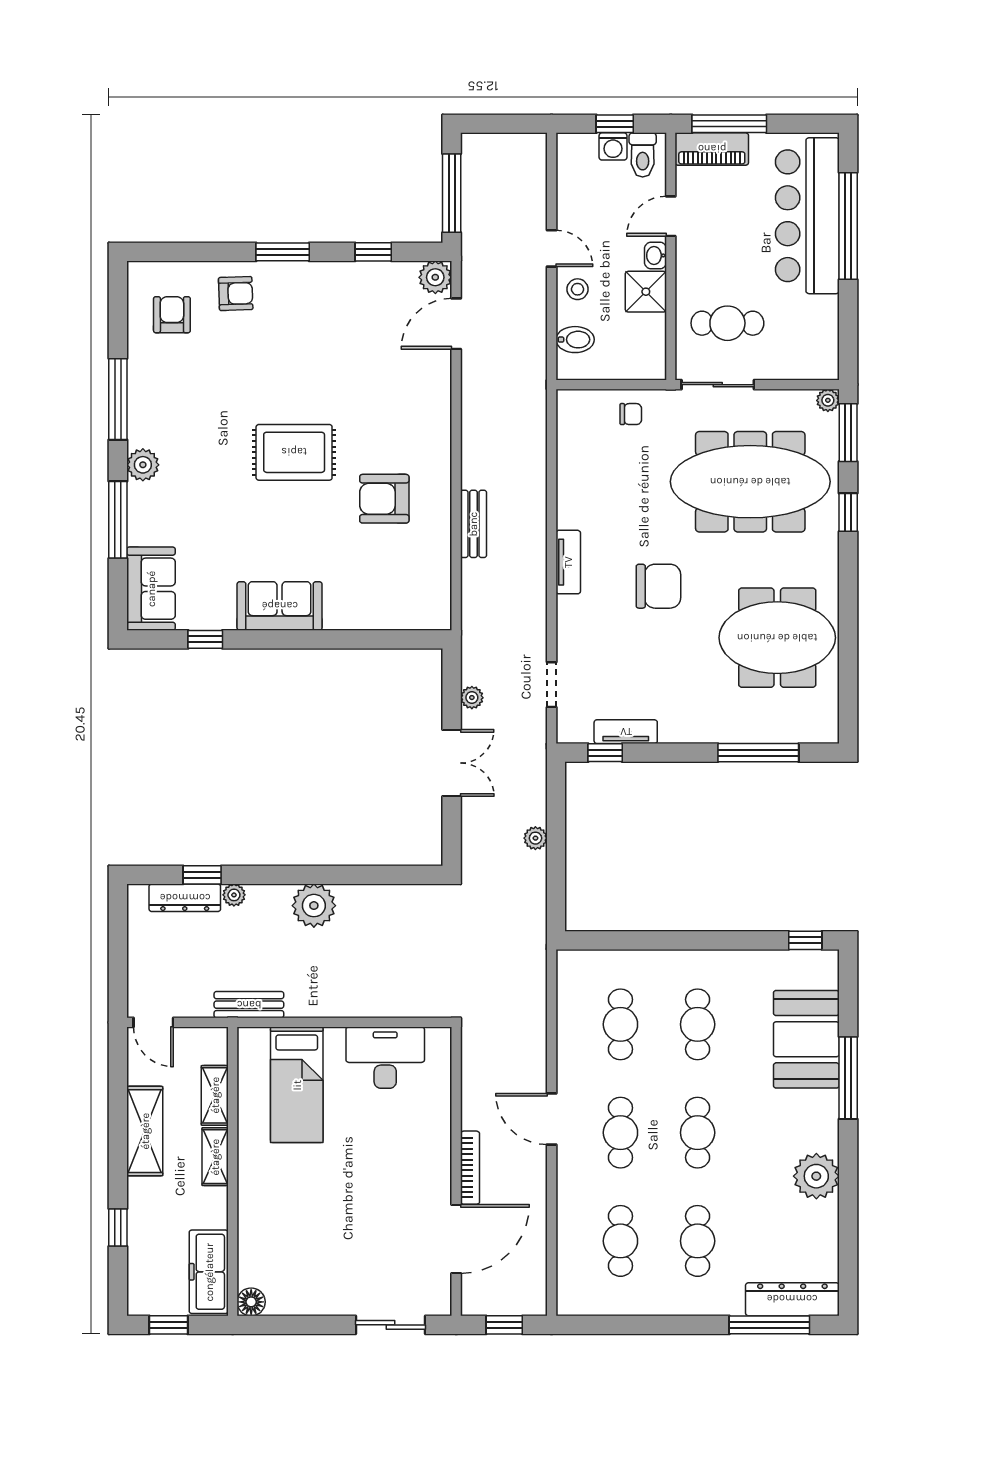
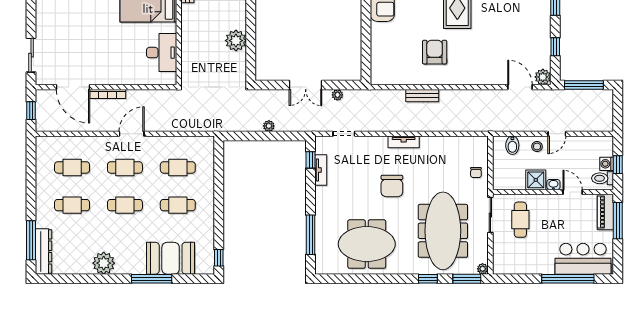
bar counter: (807, 216) -> (583, 259), width x0.73
meeting table: (777, 638) -> (367, 244), turned 90
plant: (314, 906) -> (236, 41), moved

